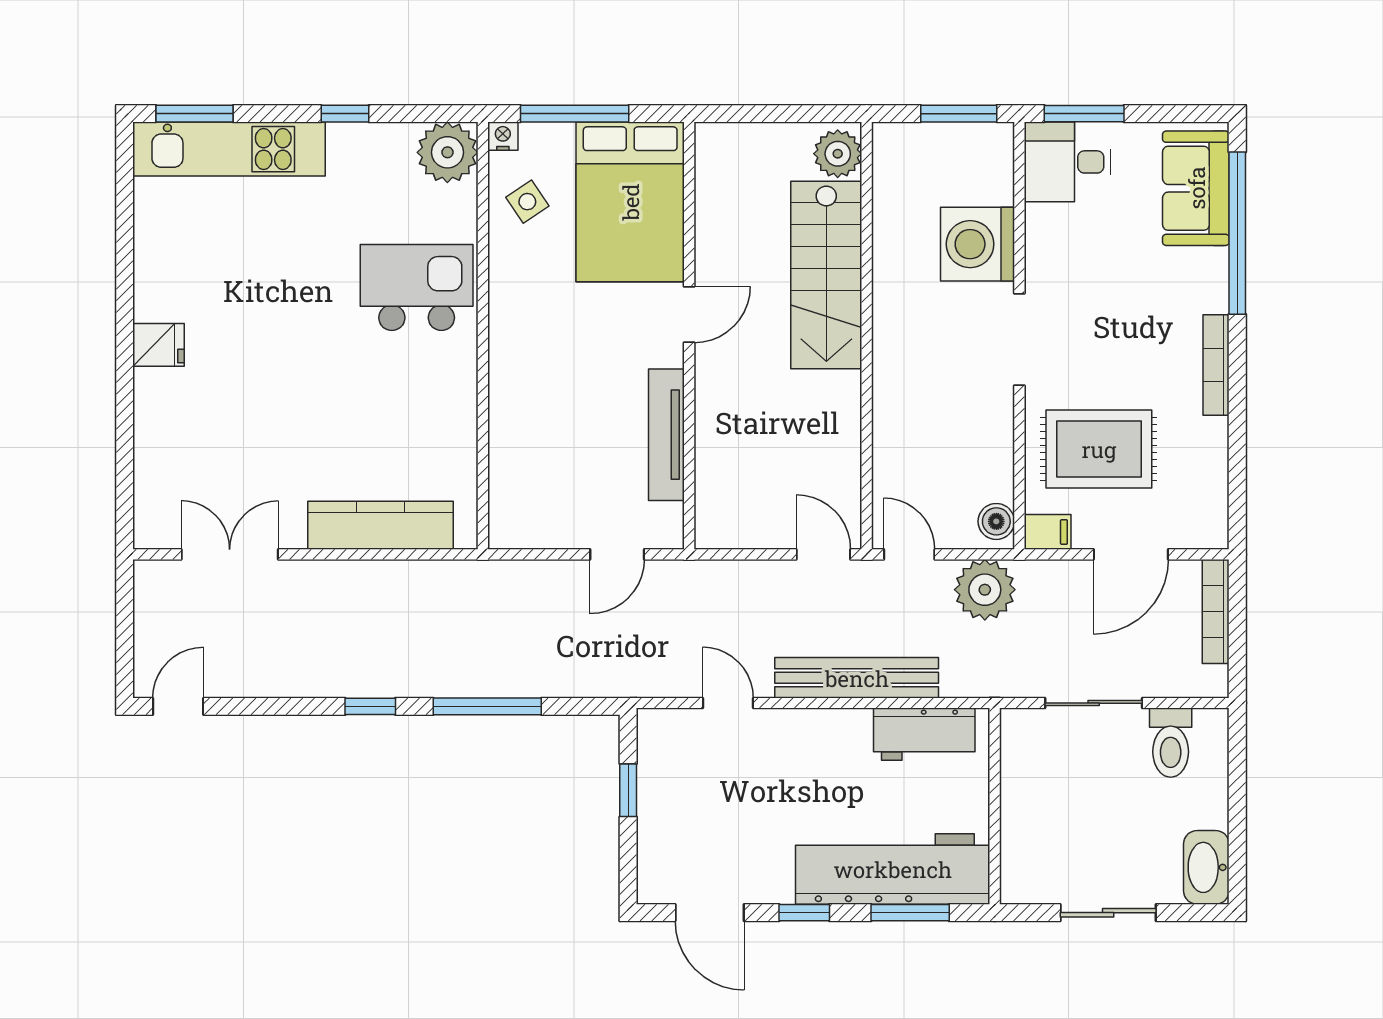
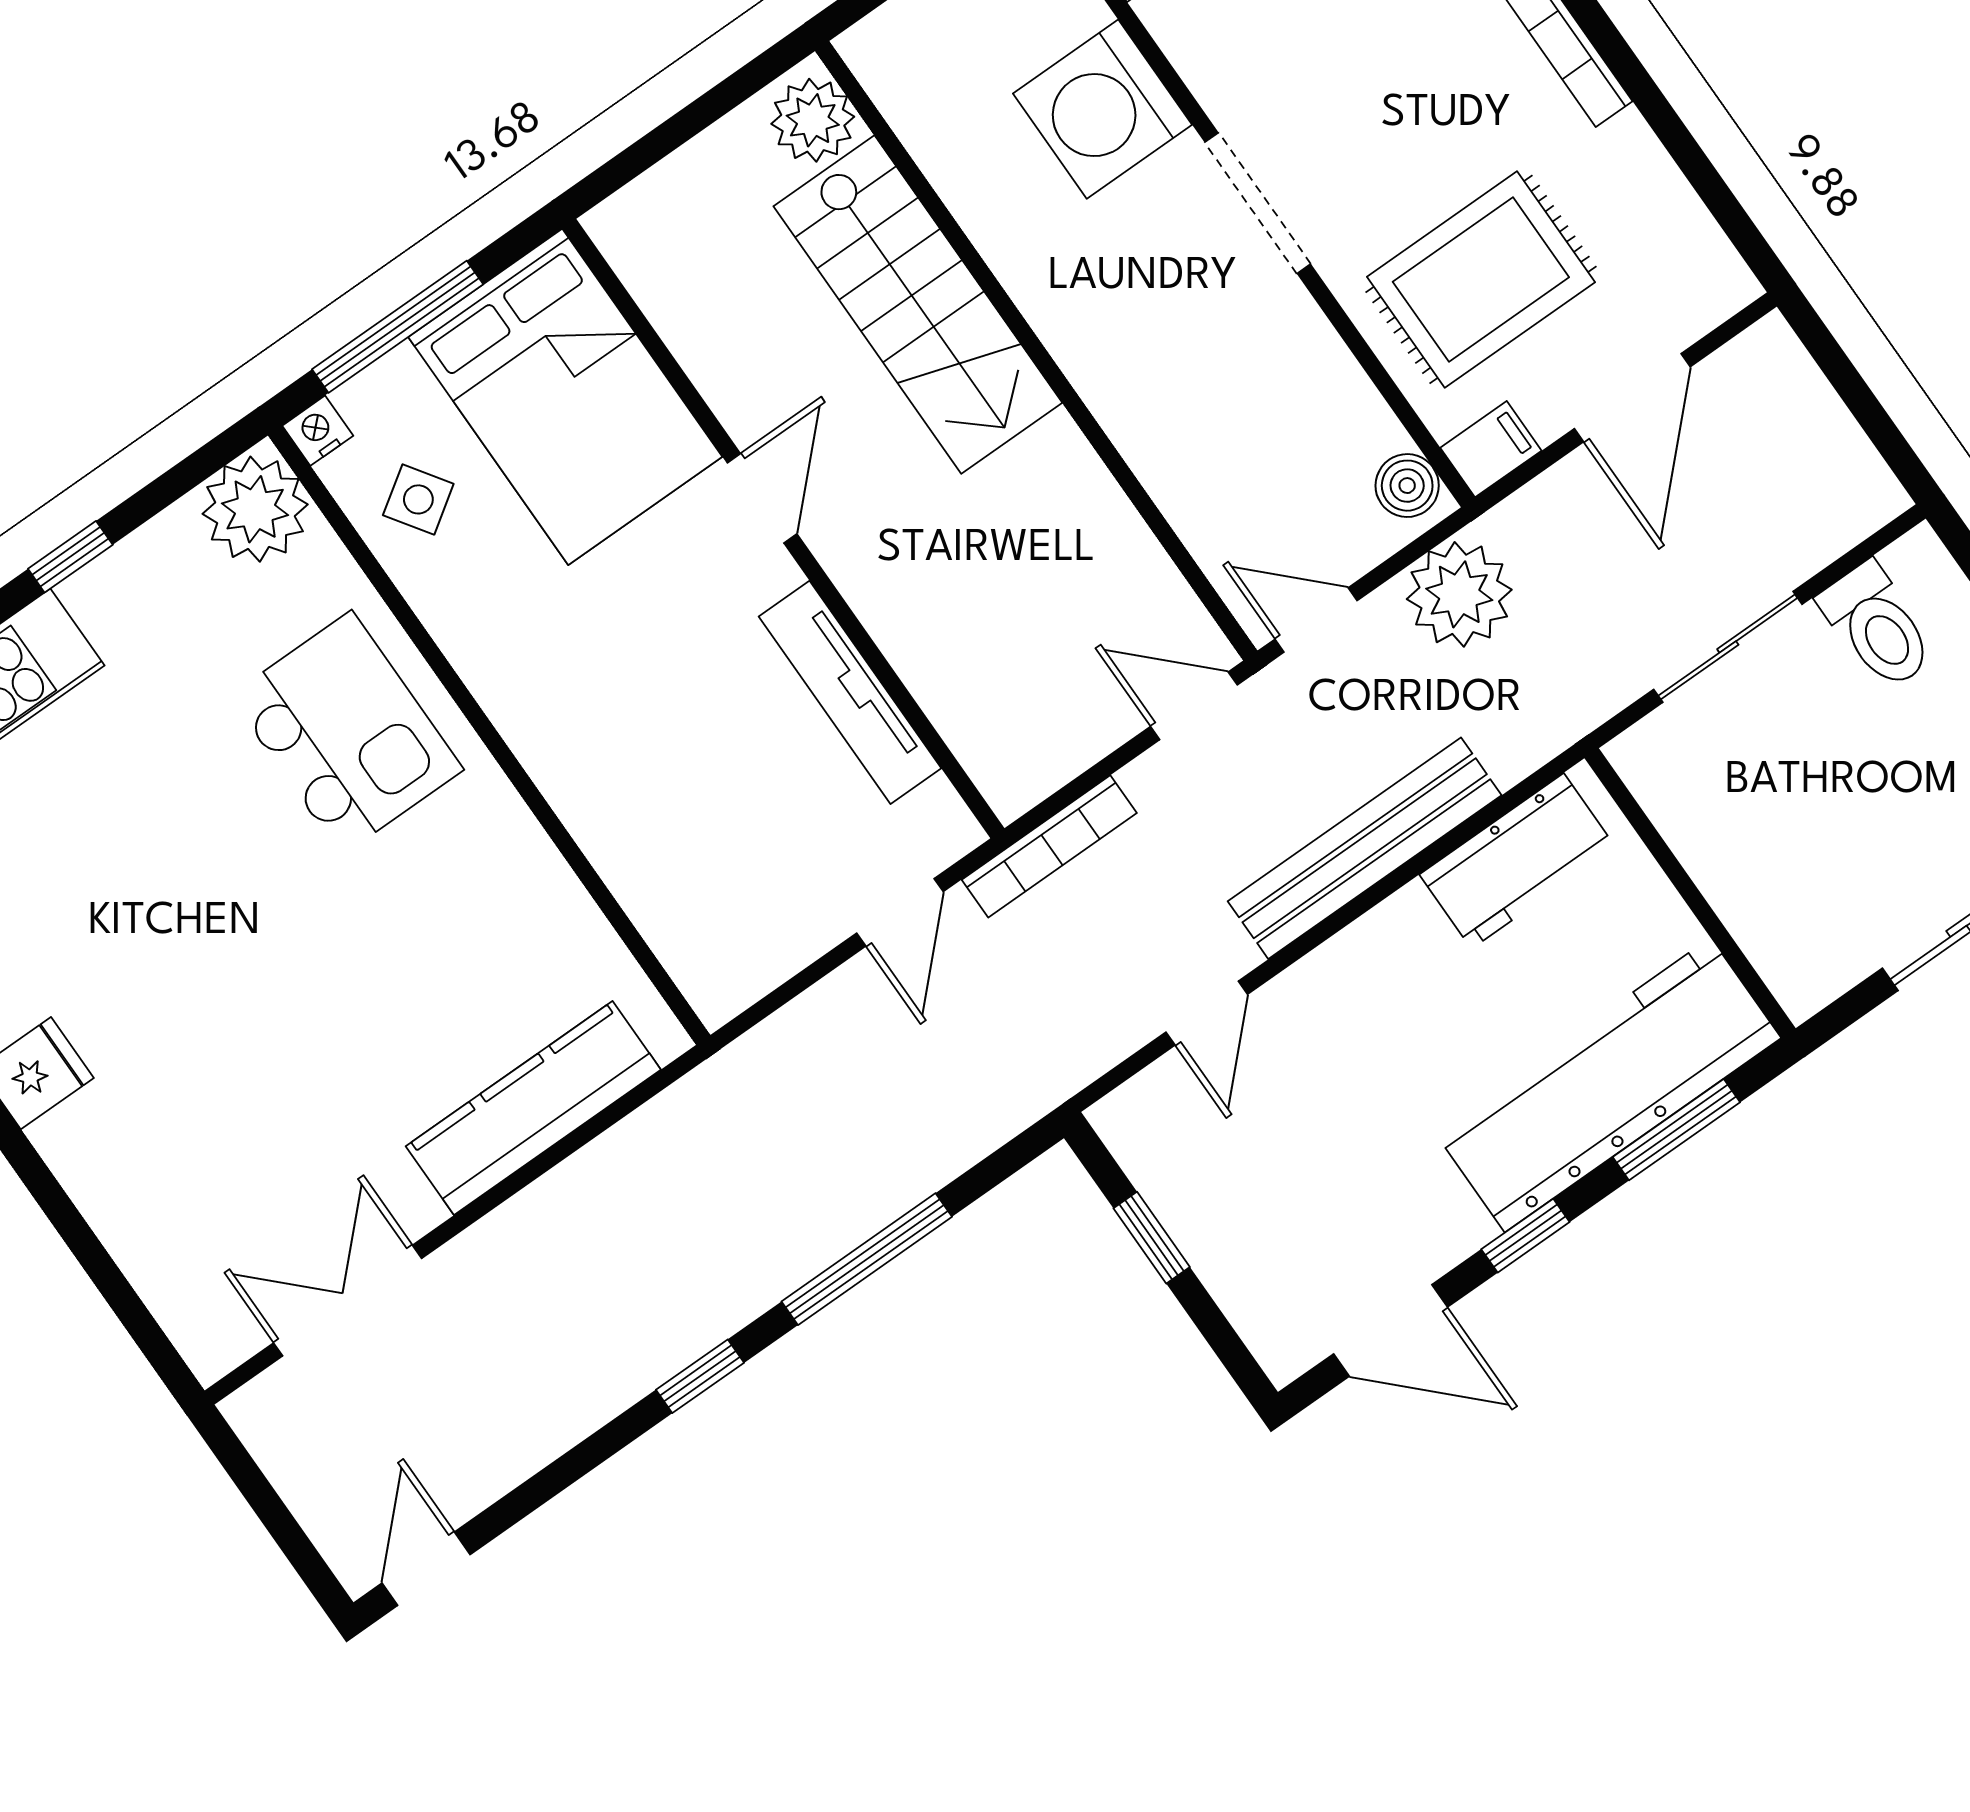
kitchen island: (417, 287) -> (347, 733), turned 90
bookcase: (1216, 612) -> (1049, 846), moved, turned -90
door: (728, 703) -> (1207, 1013), swing flipped

